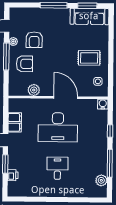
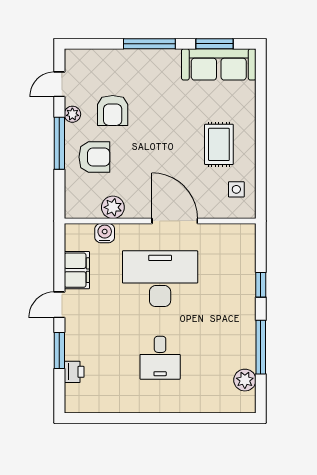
rug: (89, 58) -> (219, 144), turned 90
water cooler: (103, 104) -> (105, 233), moved
desk: (58, 127) -> (160, 279), turned 180
desk: (57, 168) -> (160, 358), turned 180

